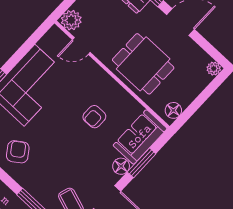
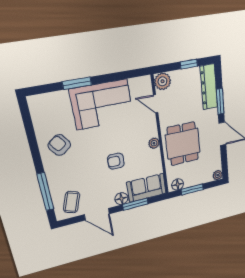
plant: (111, 85) -> (154, 143), added
window: (196, 104) -> (192, 189), added
armchair: (94, 117) -> (116, 161), moved
armchair: (18, 152) -> (59, 145), turned -90

